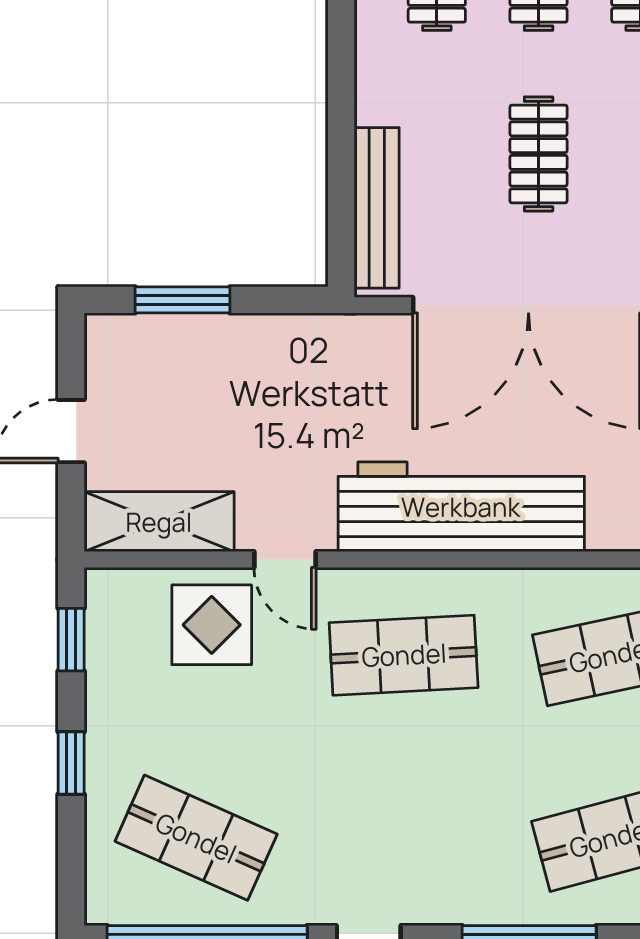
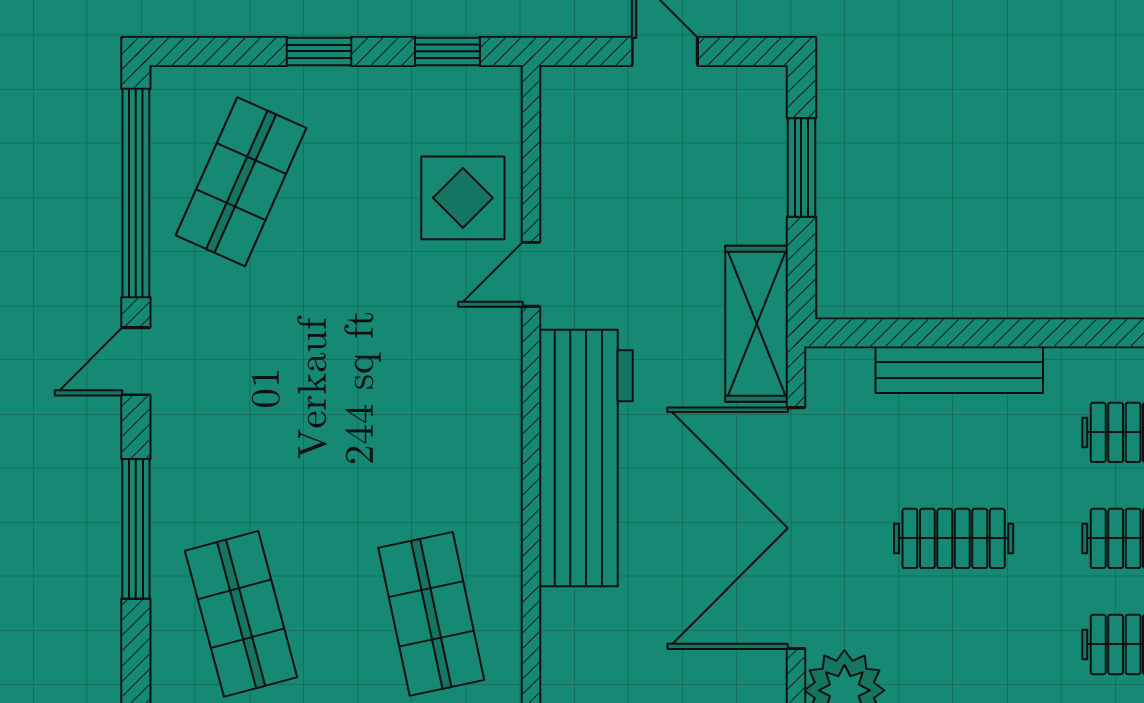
bench: (377, 208) -> (959, 370), moved
shelving: (159, 522) -> (757, 324), moved
shop shelf: (404, 655) -> (431, 398), removed

